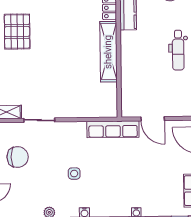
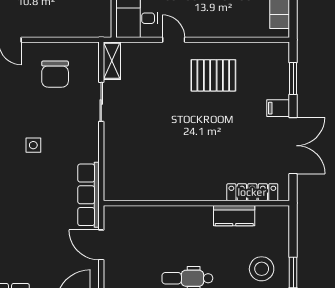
shelving: (109, 52) -> (186, 191), removed
door: (153, 119) -> (101, 245), hinge flipped

